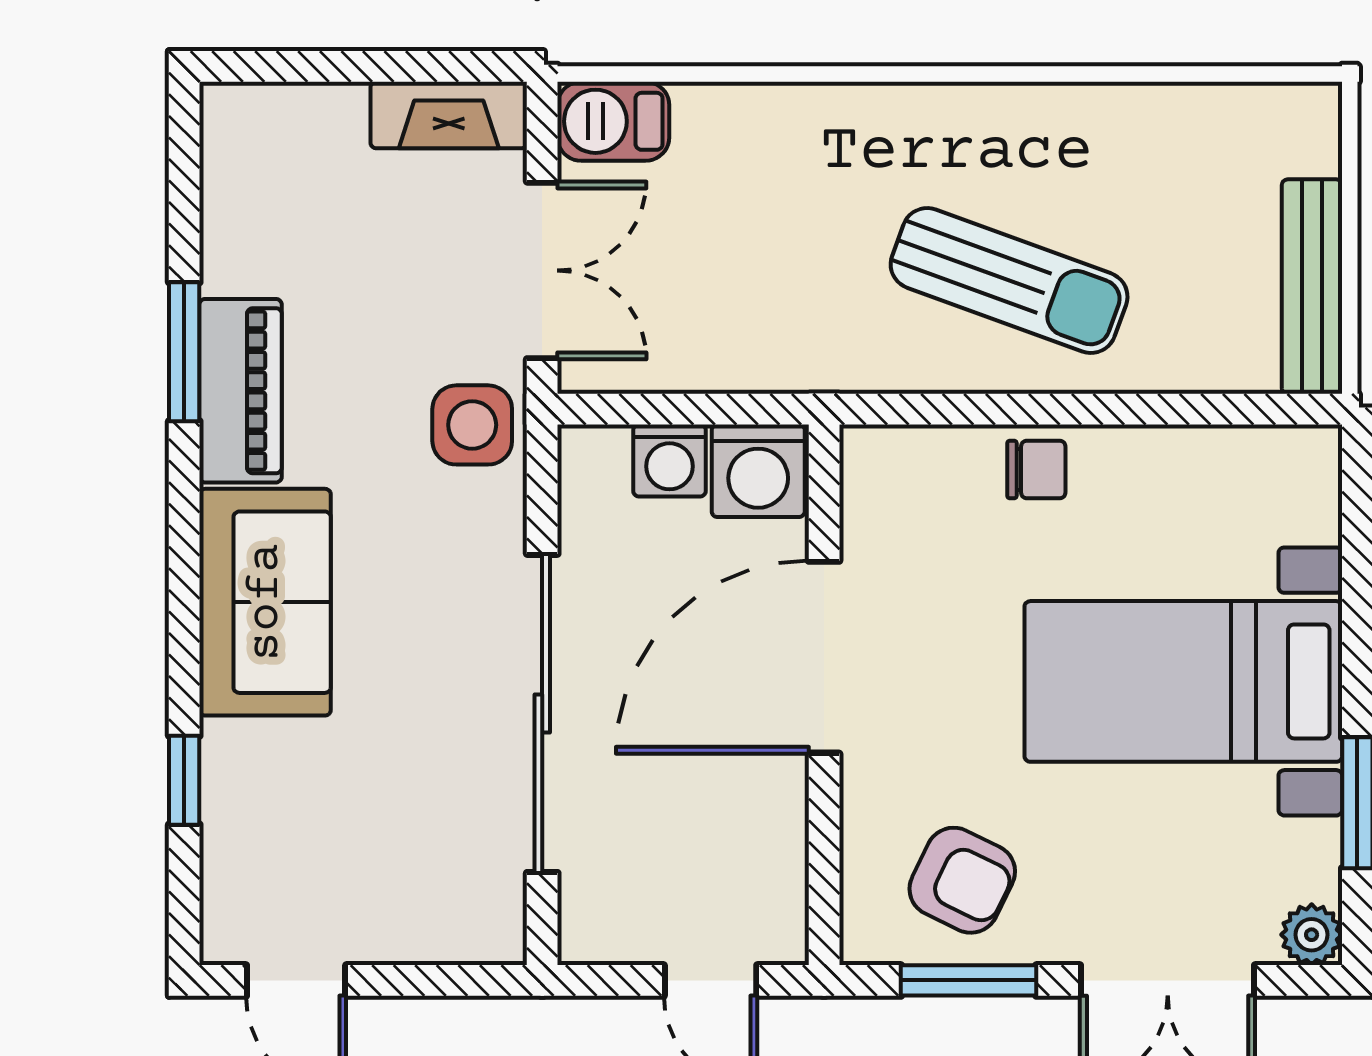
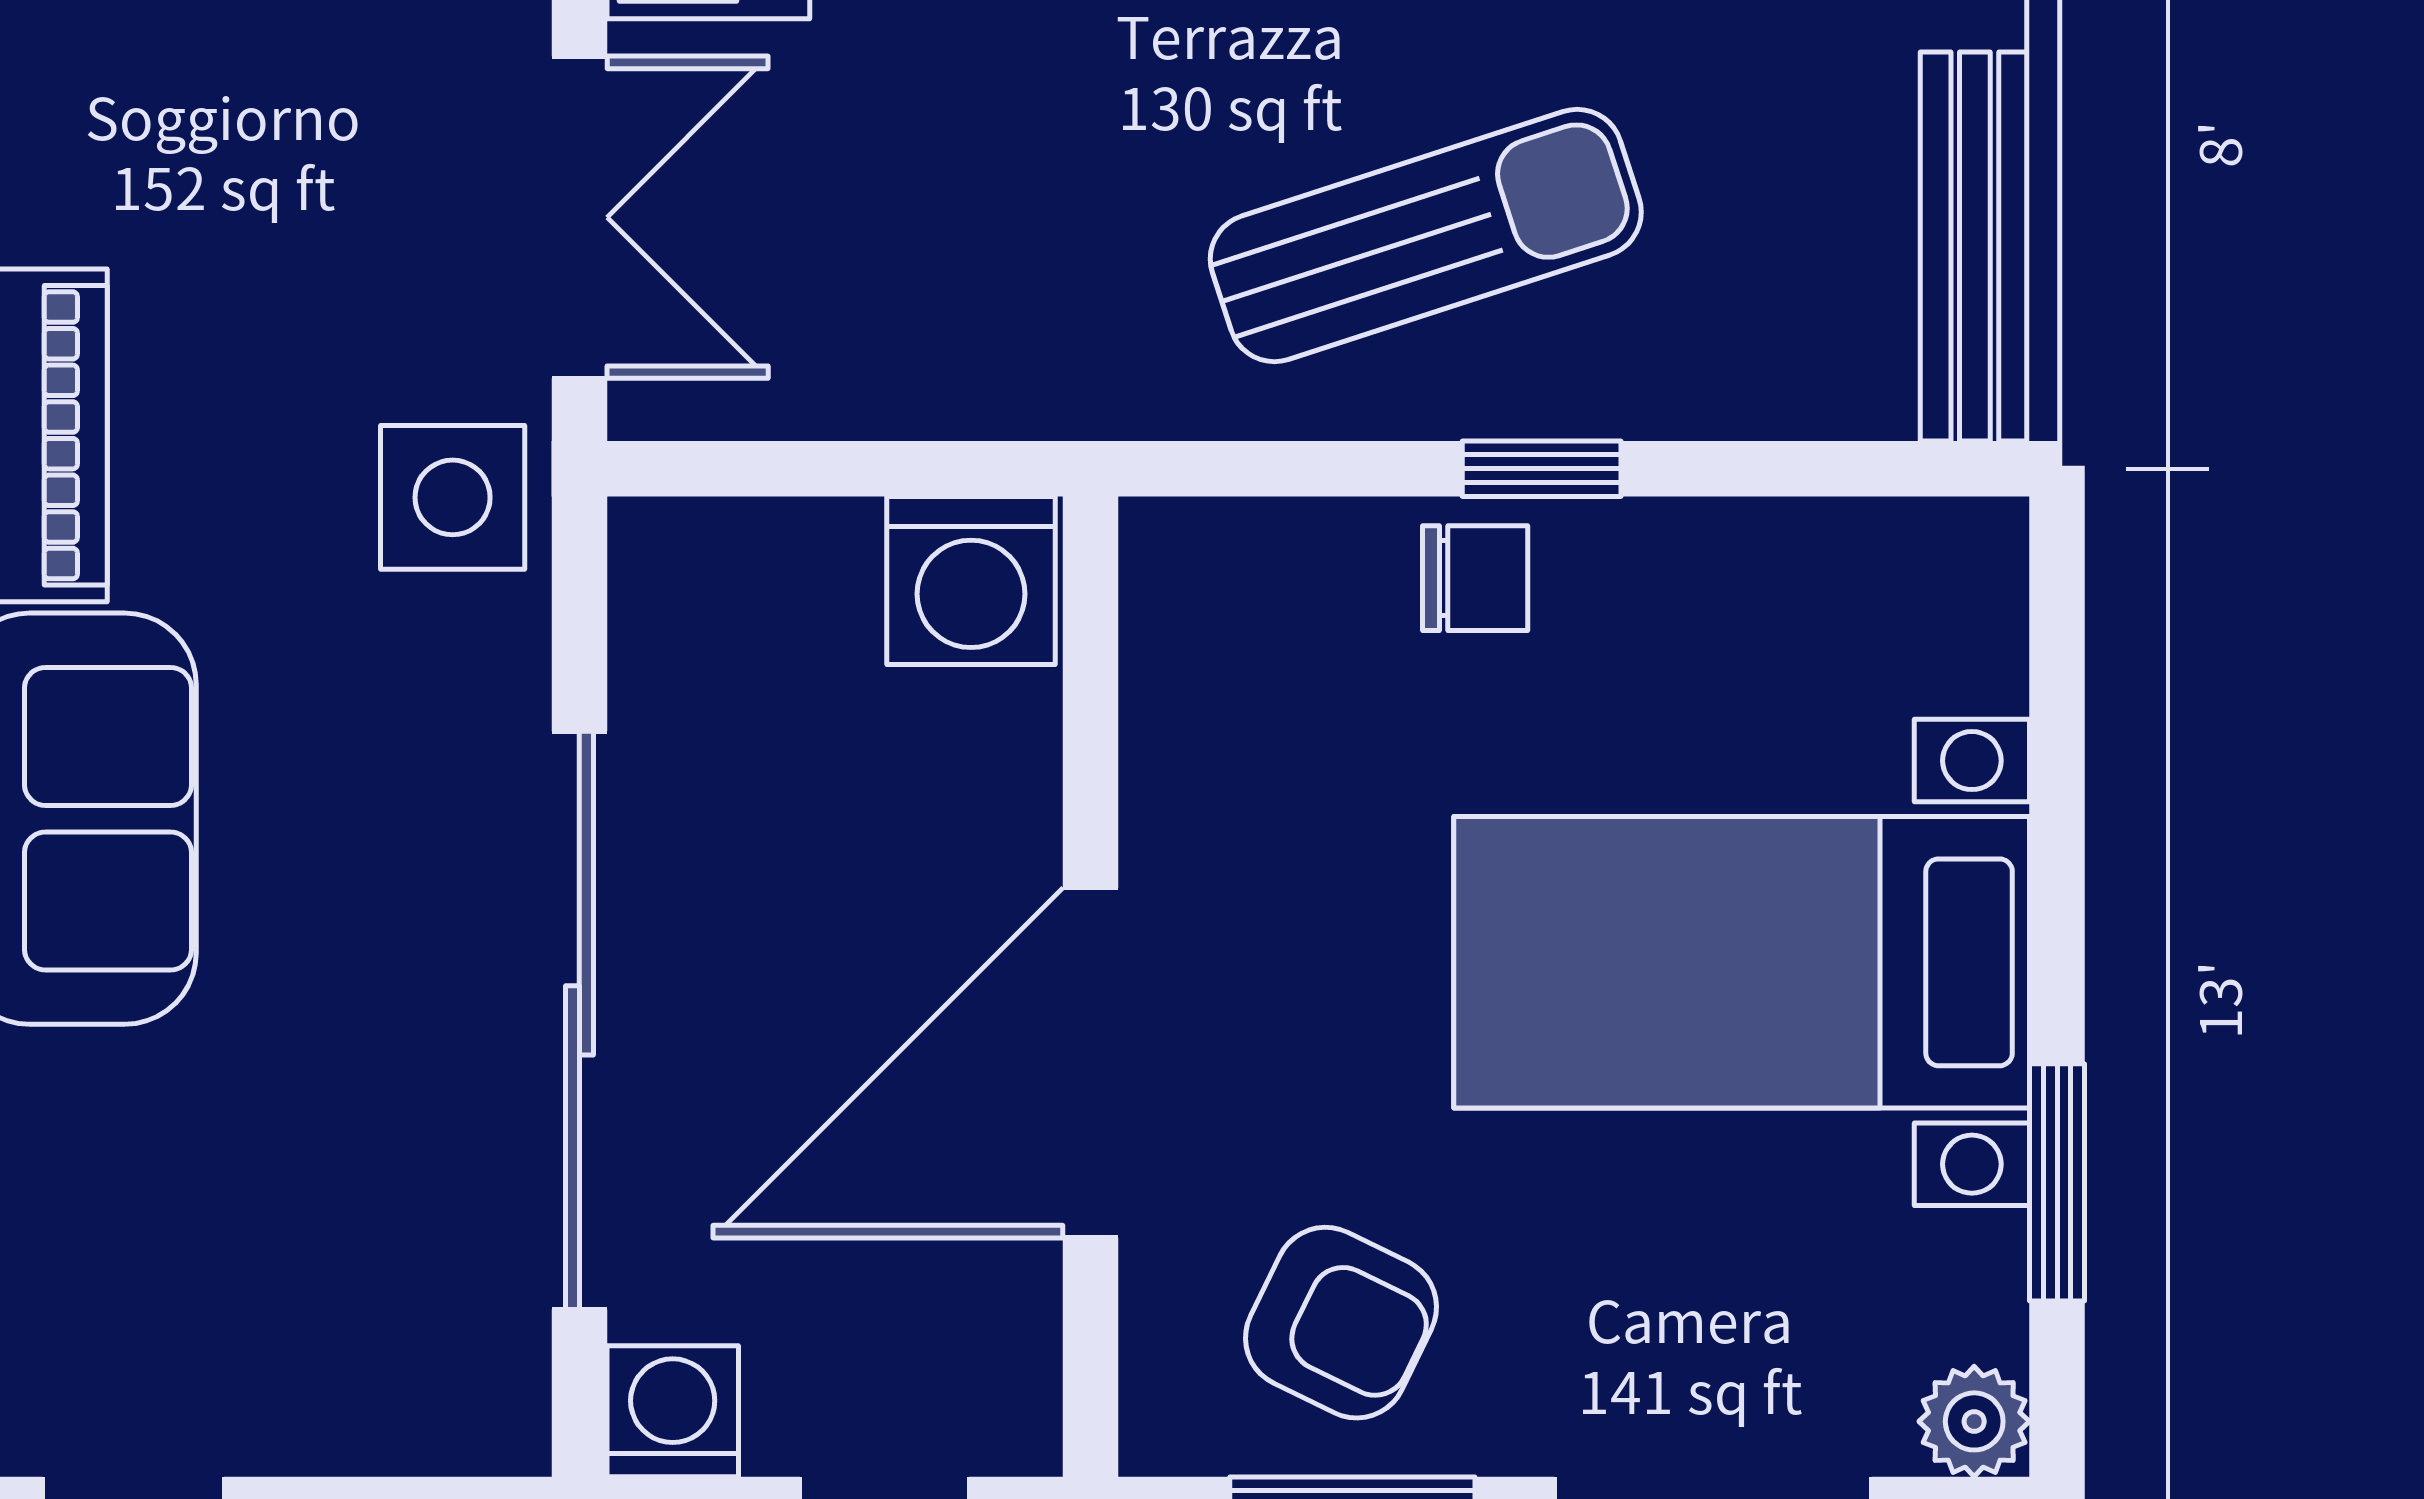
sun lounger: (1009, 280) -> (1426, 235), turned -38
window: (1073, 409) -> (1542, 469), added
washing machine: (670, 461) -> (673, 1411), moved, turned 180
door: (824, 657) -> (1090, 1063), moved

